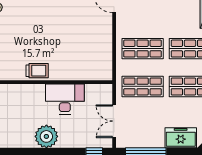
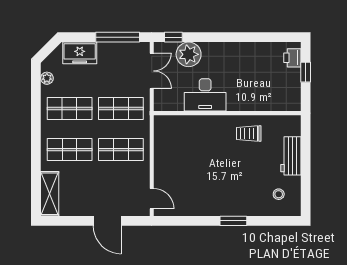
trolley: (37, 71) -> (249, 133), moved
plant: (46, 136) -> (189, 54), moved

